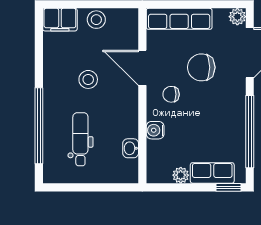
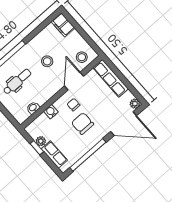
stool: (96, 20) -> (82, 57), moved
chair: (201, 67) -> (82, 123), moved
window: (229, 187) -> (37, 148), moved

